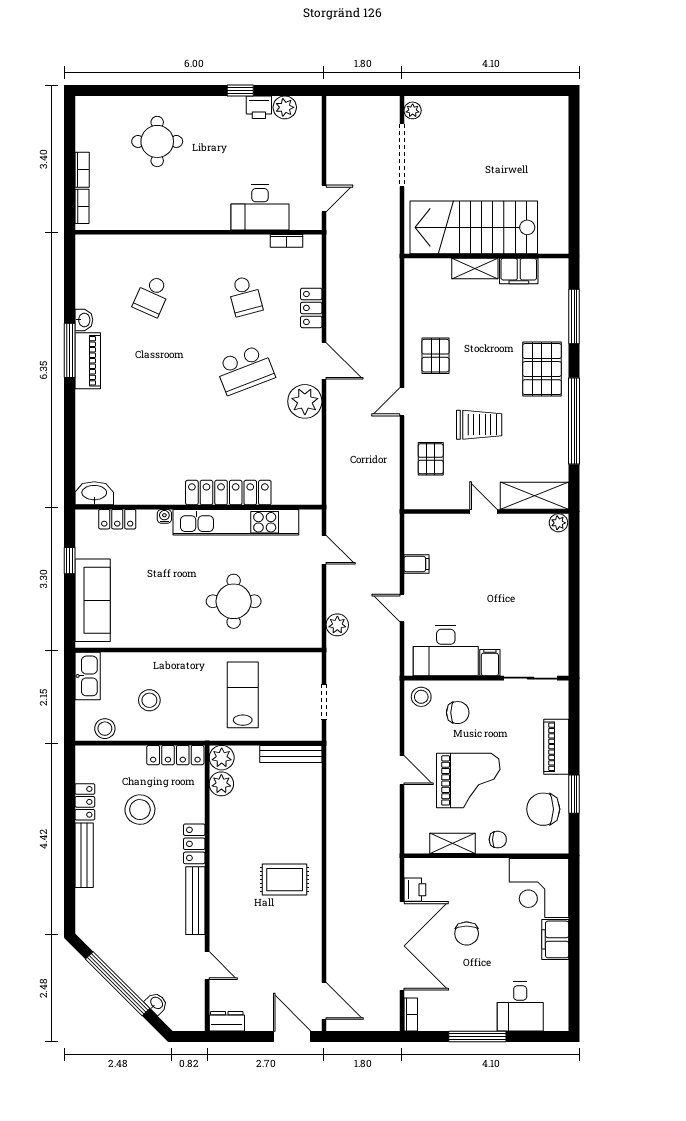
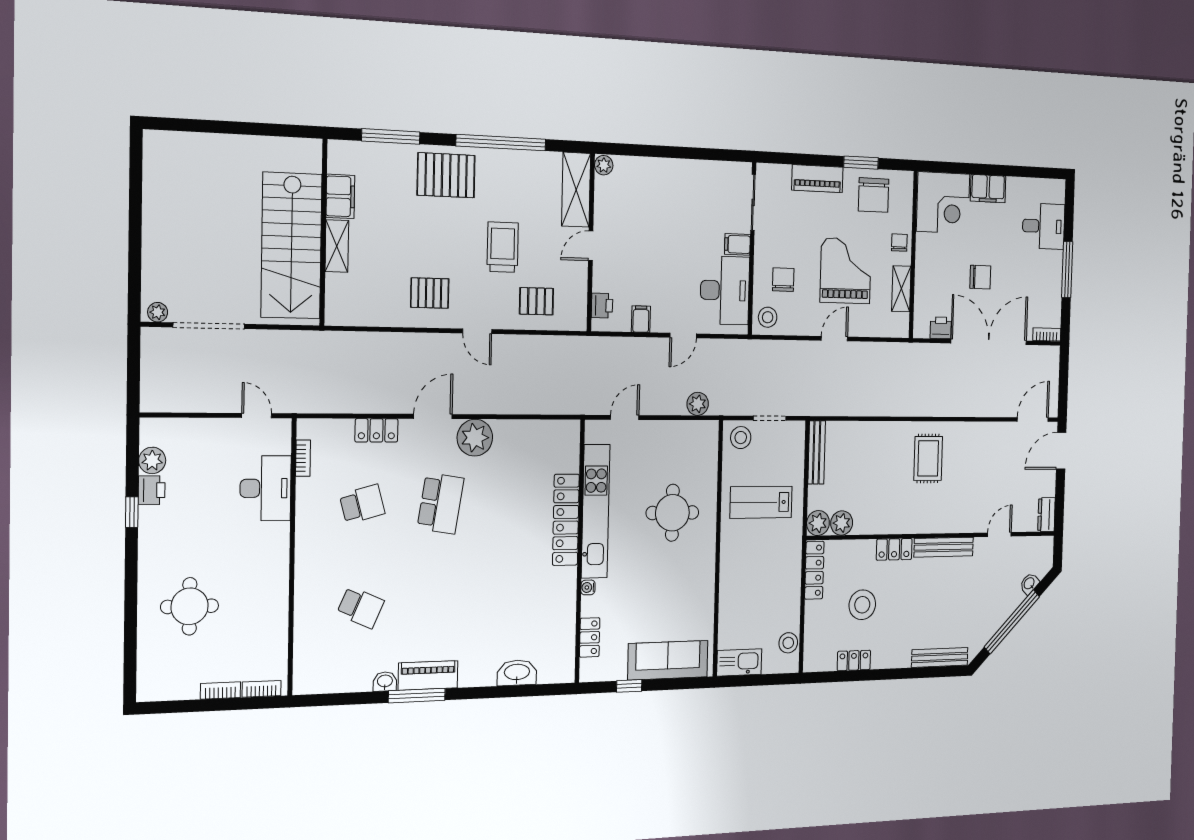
school desk: (245, 370) -> (441, 503), turned 30
washbasin: (94, 493) -> (517, 673), moved, turned 90
printer: (428, 524) -> (602, 305), added
stool: (149, 700) -> (741, 438), moved
bench: (84, 855) -> (940, 658), moved

